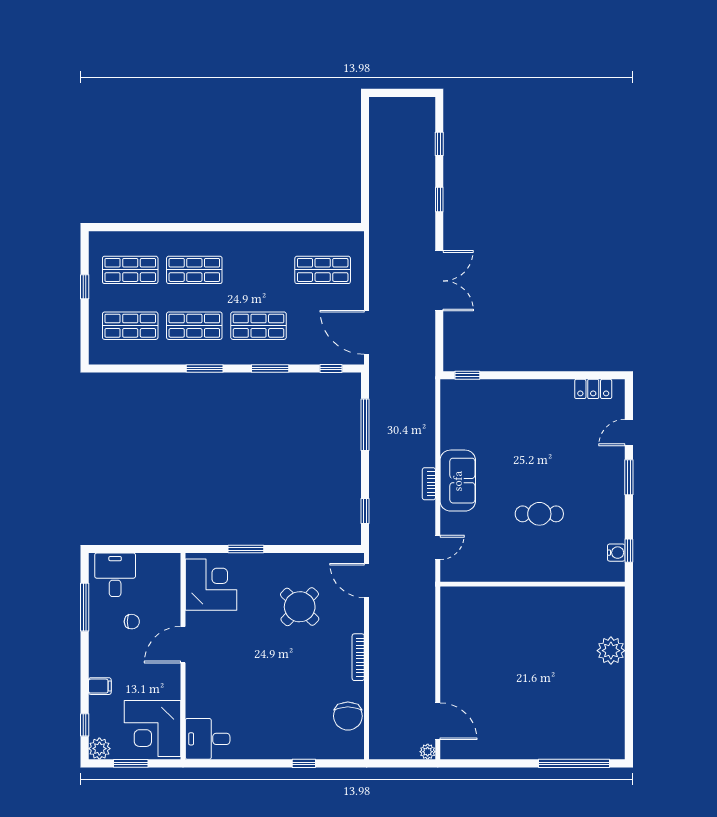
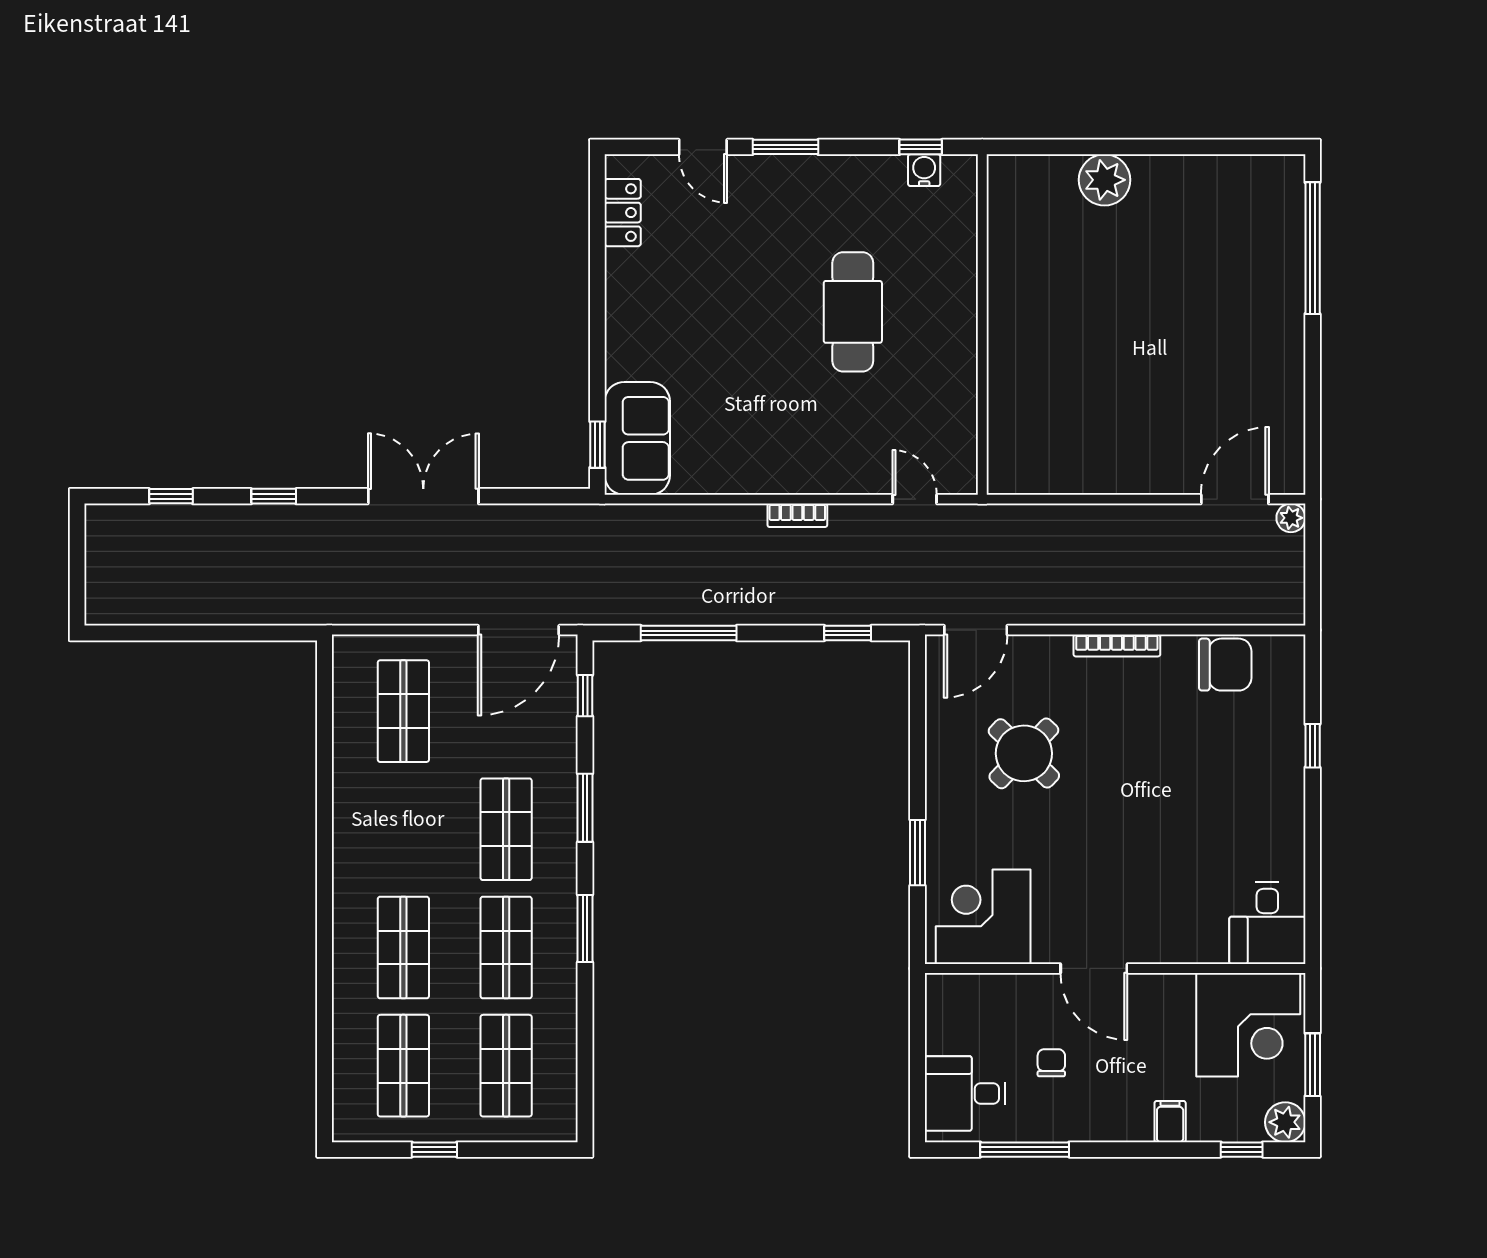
sofa: (458, 481) -> (637, 438), moved, turned 90
cafe table: (539, 514) -> (853, 312), width x1.37, depth x1.35

